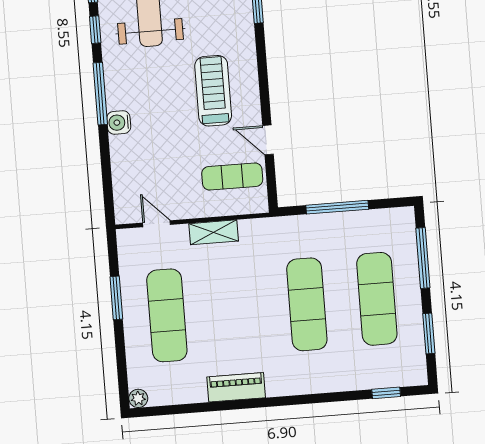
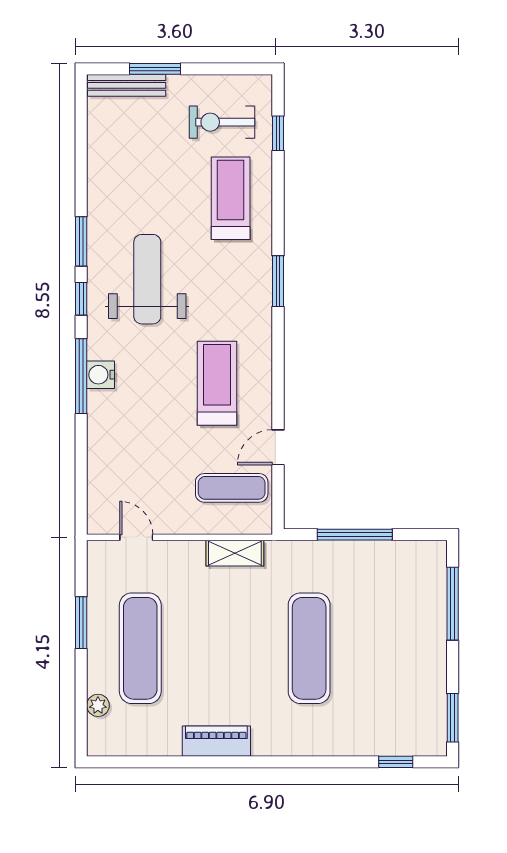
water cooler: (119, 122) -> (101, 375), moved
door: (268, 140) -> (278, 447), hinge flipped
shelving: (214, 232) -> (235, 553), moved
exercise mat: (377, 299) -> (394, 648), removed
window: (429, 334) -> (453, 718), moved
plant: (138, 398) -> (98, 705), moved

